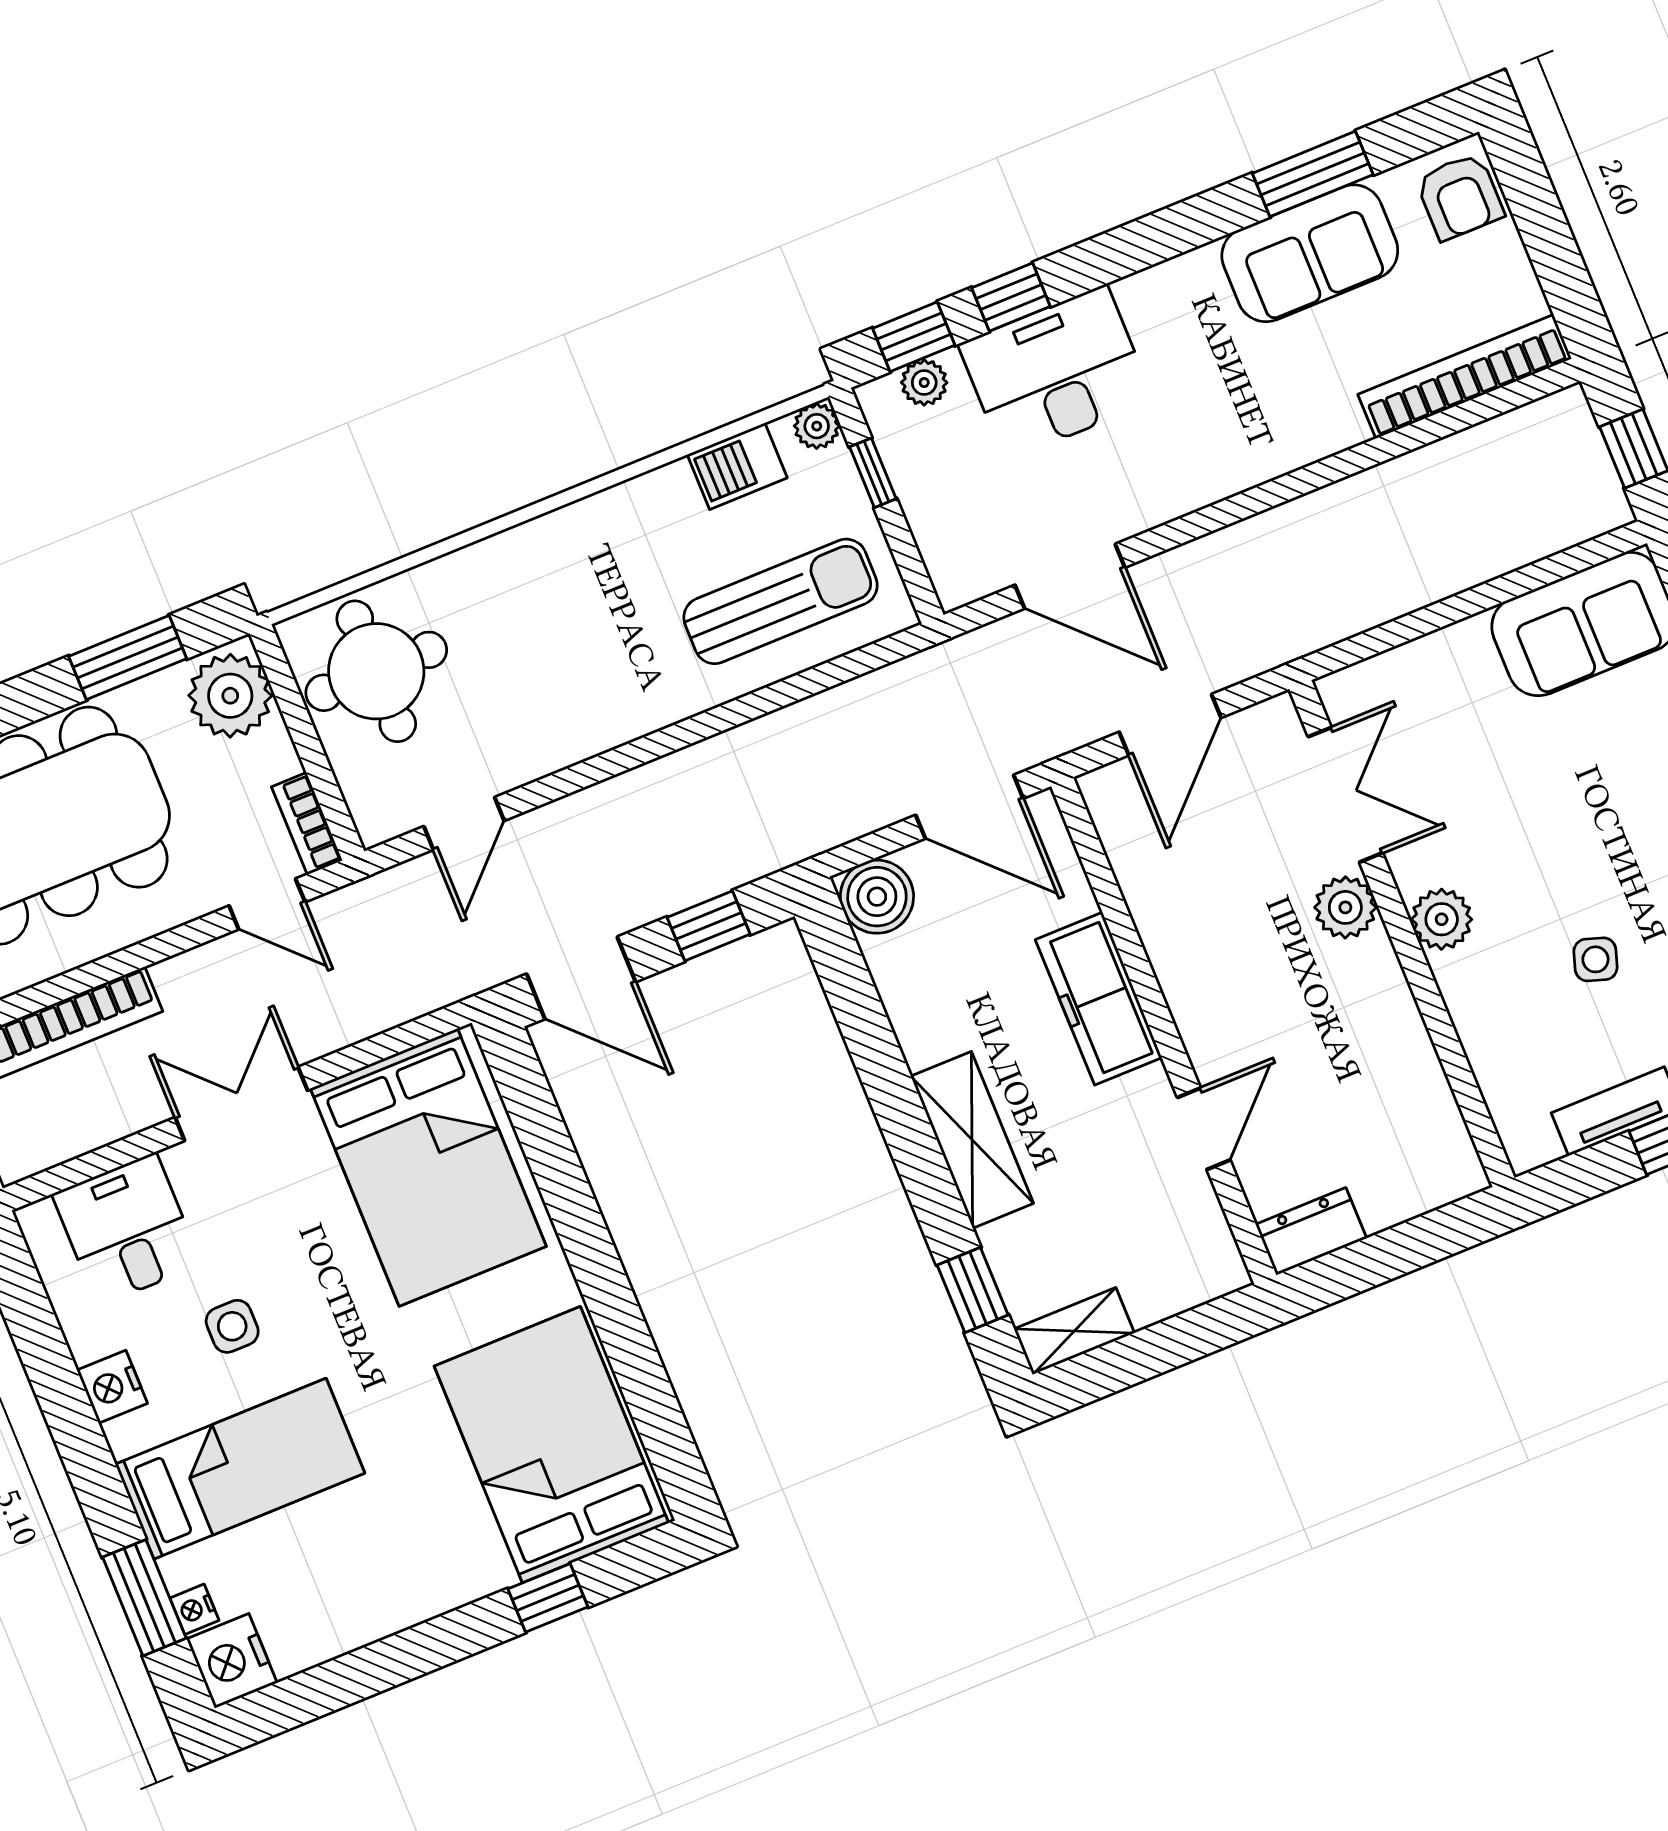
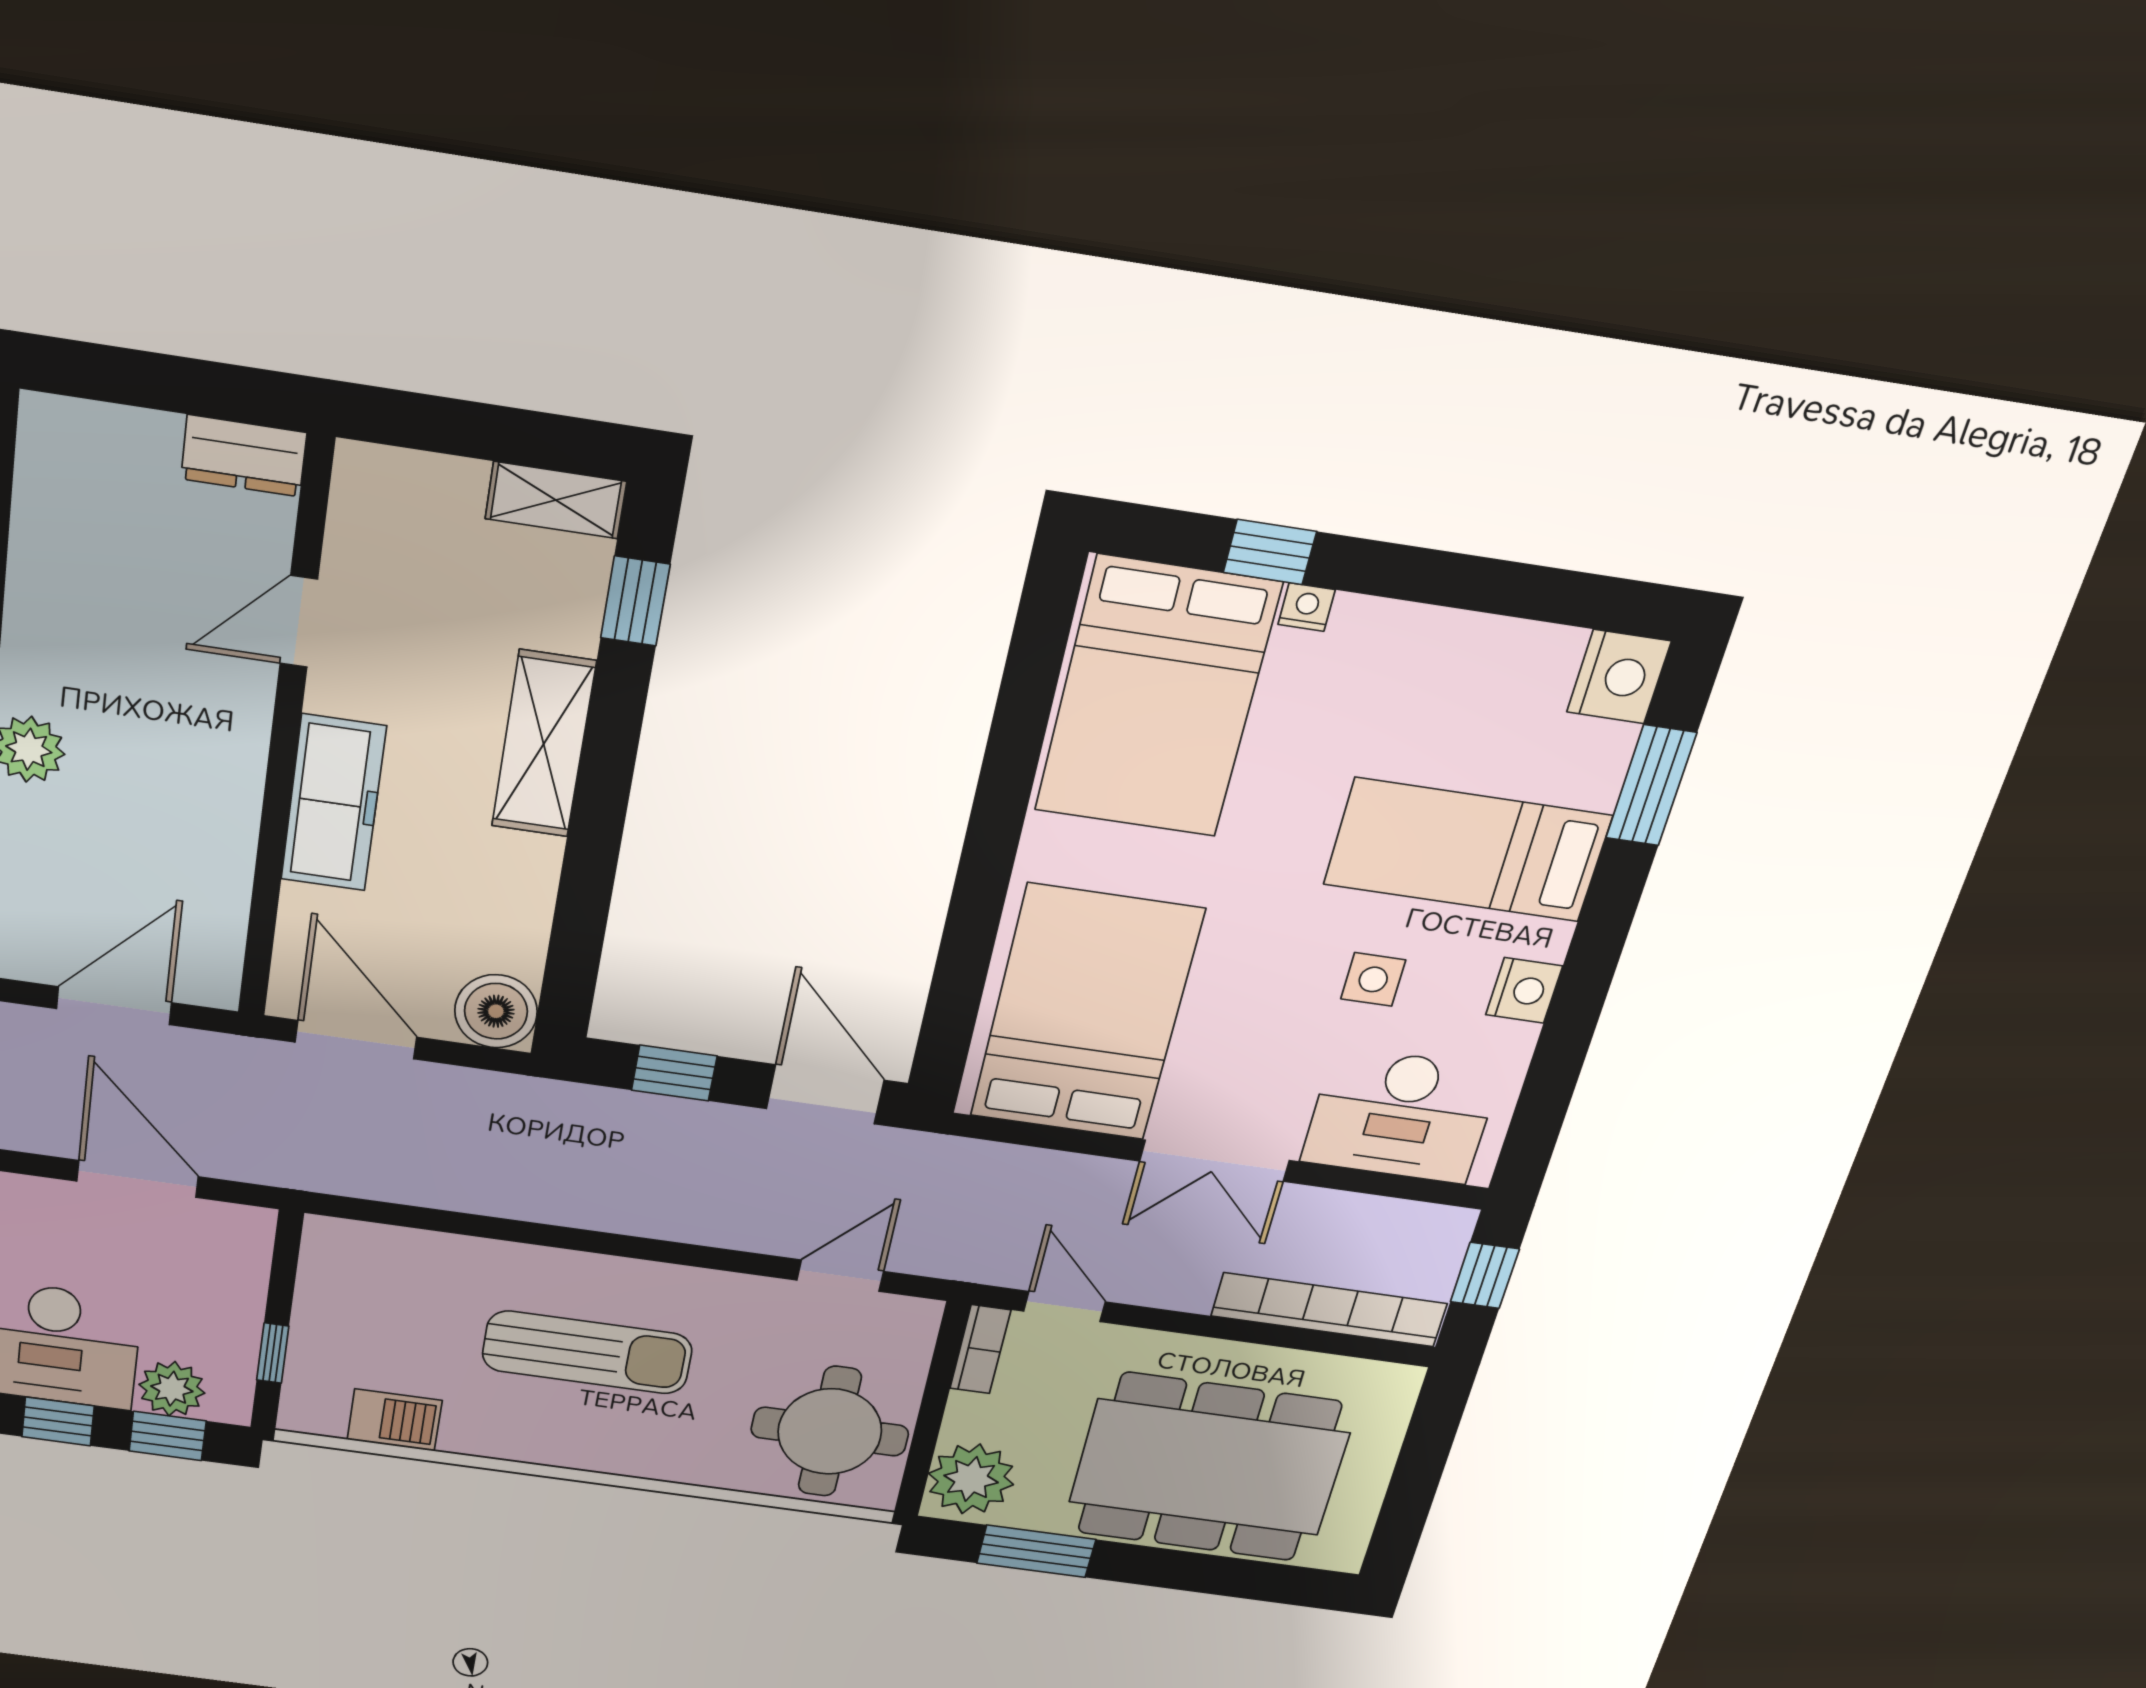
plant: (924, 383) -> (172, 1389), width x1.38, depth x1.38
plant: (817, 426) -> (301, 1414), removed
sun lounger: (781, 601) -> (587, 1352), moved, turned 180
desk: (127, 1229) -> (1400, 1115), width x1.37
nightstand: (194, 1609) -> (1307, 607), moved, turned -90

